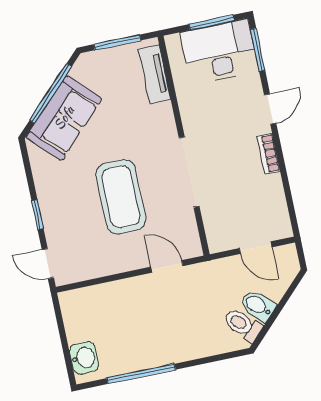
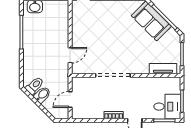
desk: (220, 52) -> (167, 107), width x0.73
coffee table: (121, 197) -> (108, 40), removed

